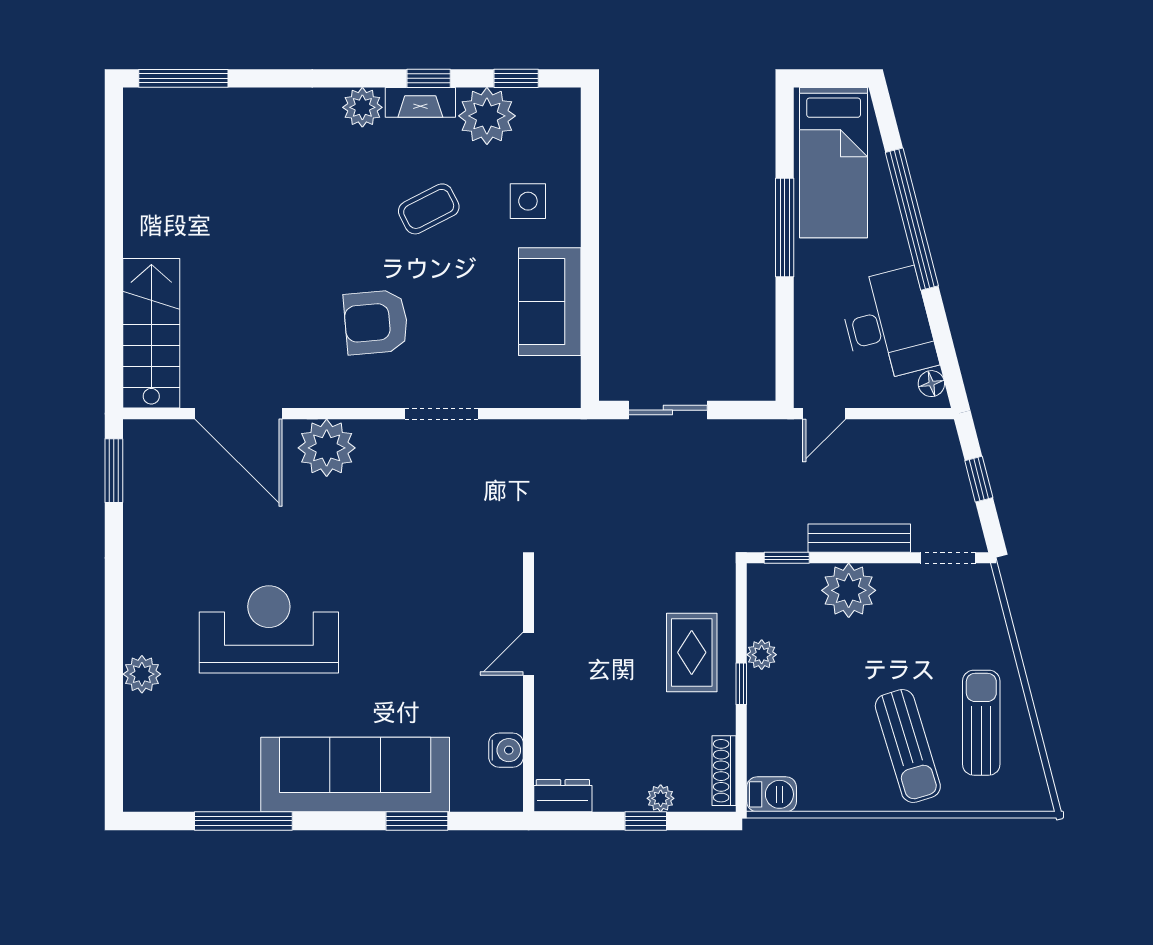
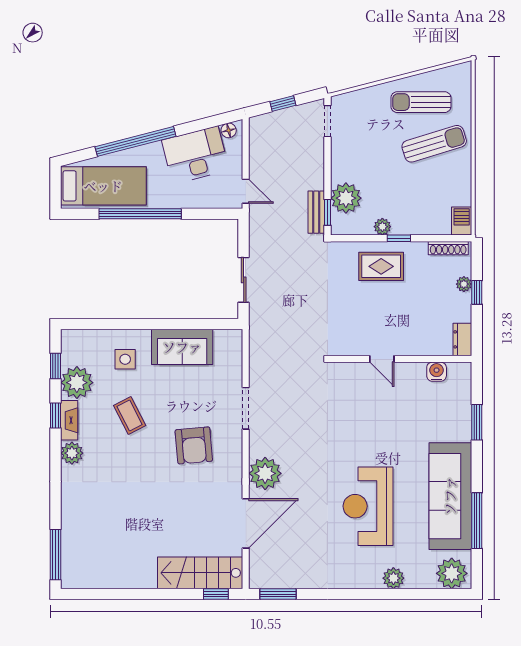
window: (785, 227) -> (140, 214), width x1.46
window: (114, 361) -> (216, 594), added
bench: (859, 538) -> (316, 212), moved, width x0.73
plant: (849, 590) -> (346, 198), moved
sofa: (355, 775) -> (450, 496), moved
plant: (150, 777) -> (452, 573), added

